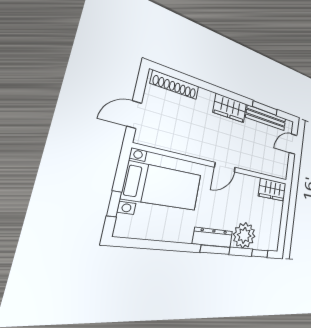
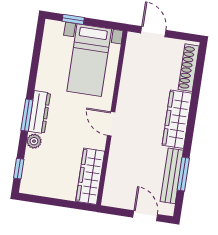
wardrobe: (230, 108) -> (177, 119), width x1.50
wardrobe: (272, 190) -> (90, 176), width x1.50
plant: (244, 235) -> (34, 141), width x0.53, depth x0.53

